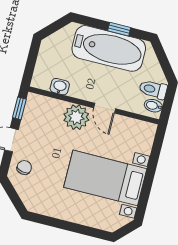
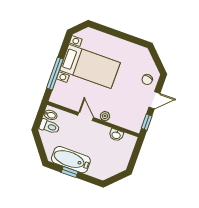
bathtub: (109, 48) -> (71, 160), width x0.73, depth x0.73
plant: (76, 117) -> (105, 116), width x0.53, depth x0.53
window: (153, 163) -> (55, 74), added

